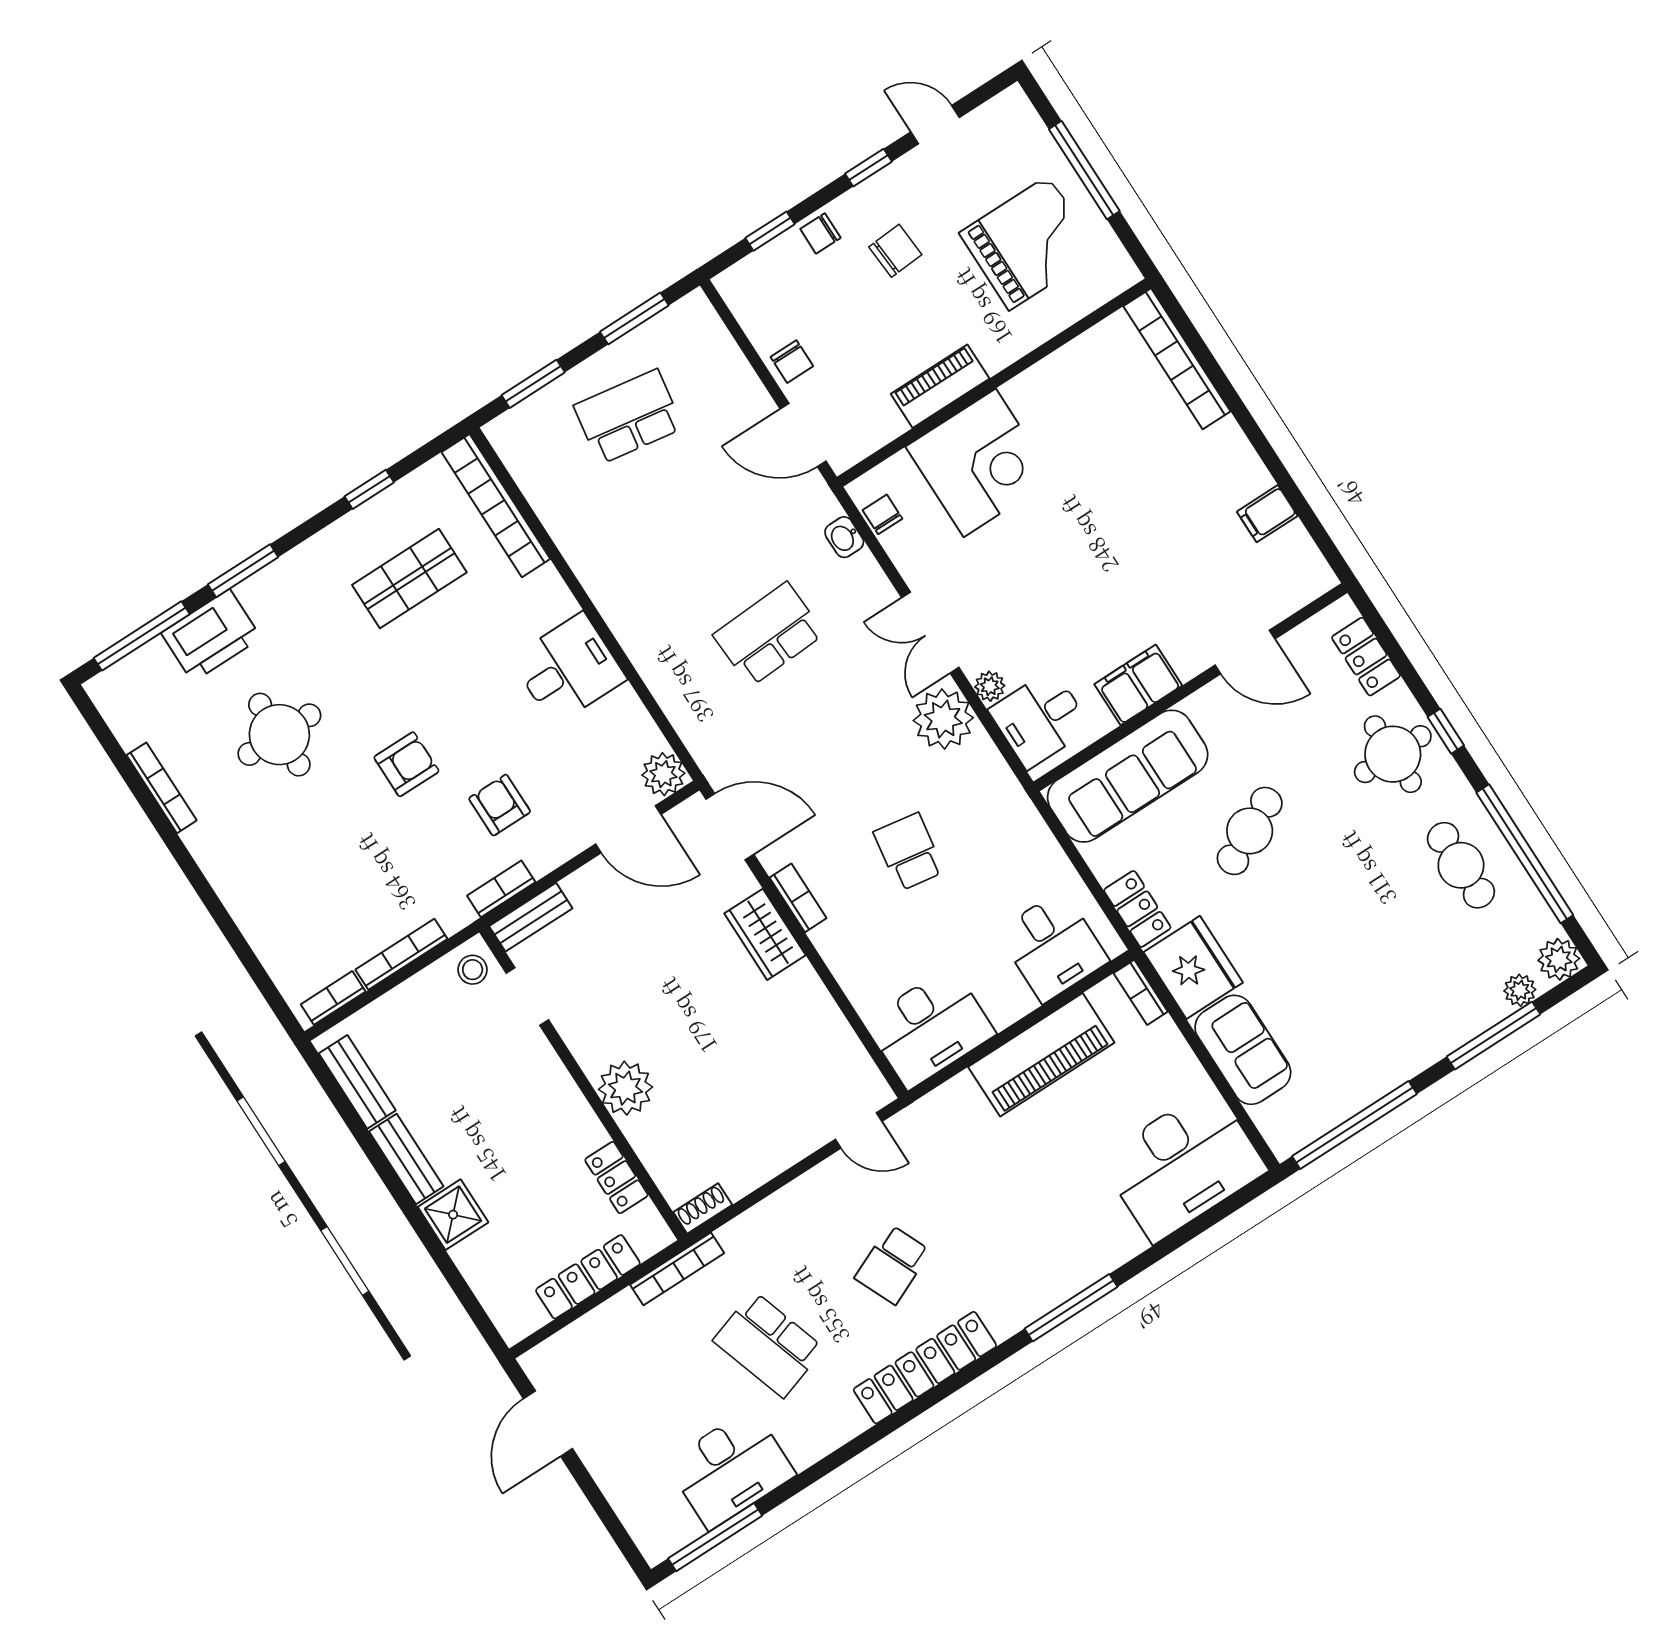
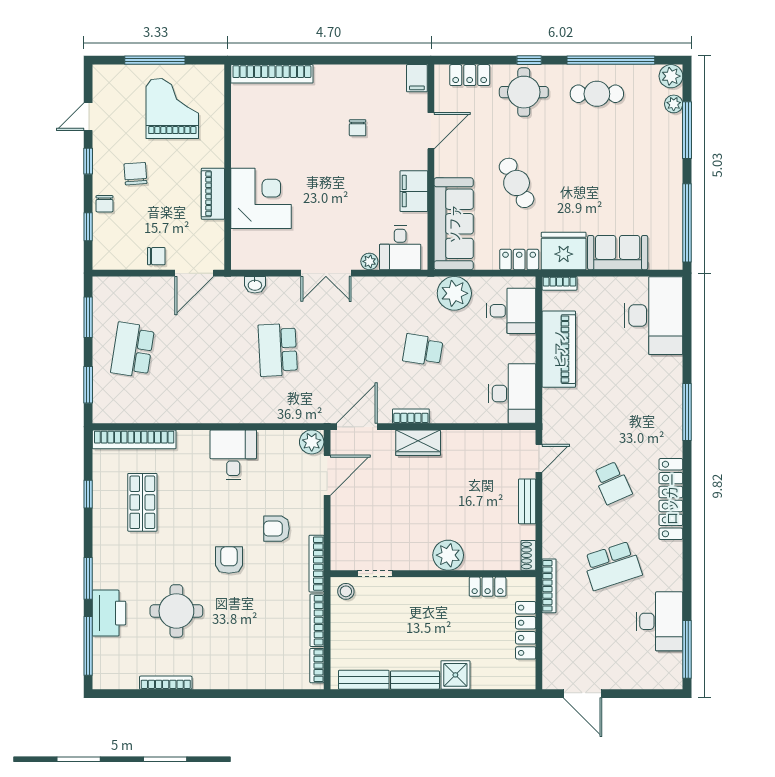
chair: (882, 514) -> (358, 128), moved, turned -90
filing cabinet: (1267, 514) -> (417, 78), moved
plant: (943, 719) -> (454, 293), moved
bookcase: (501, 889) -> (316, 564), width x1.56
bench: (531, 917) -> (527, 501), moved

